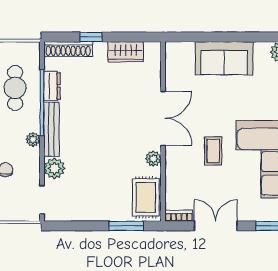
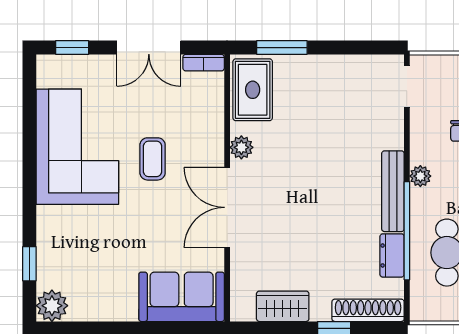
sofa: (224, 58) -> (182, 297), moved
plant: (54, 168) -> (389, 133), removed

